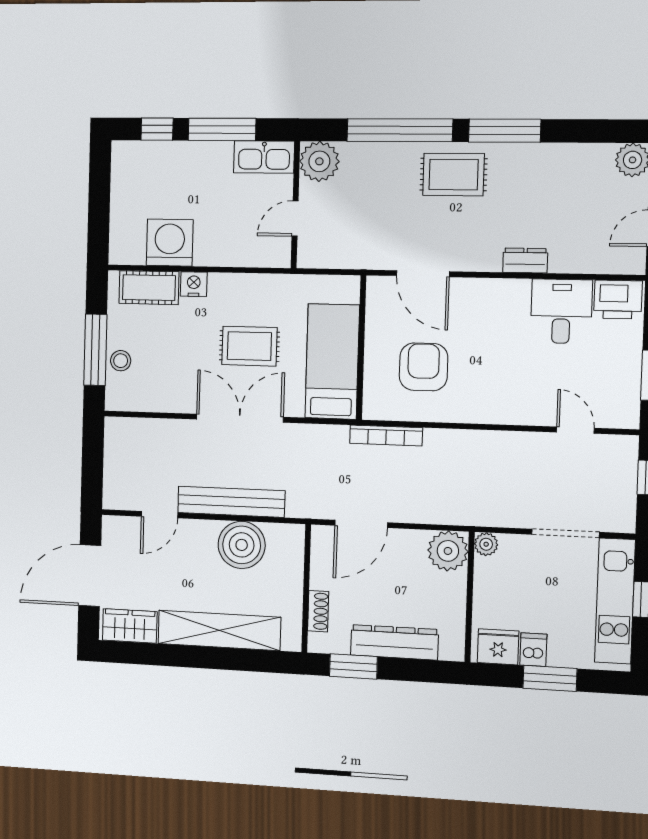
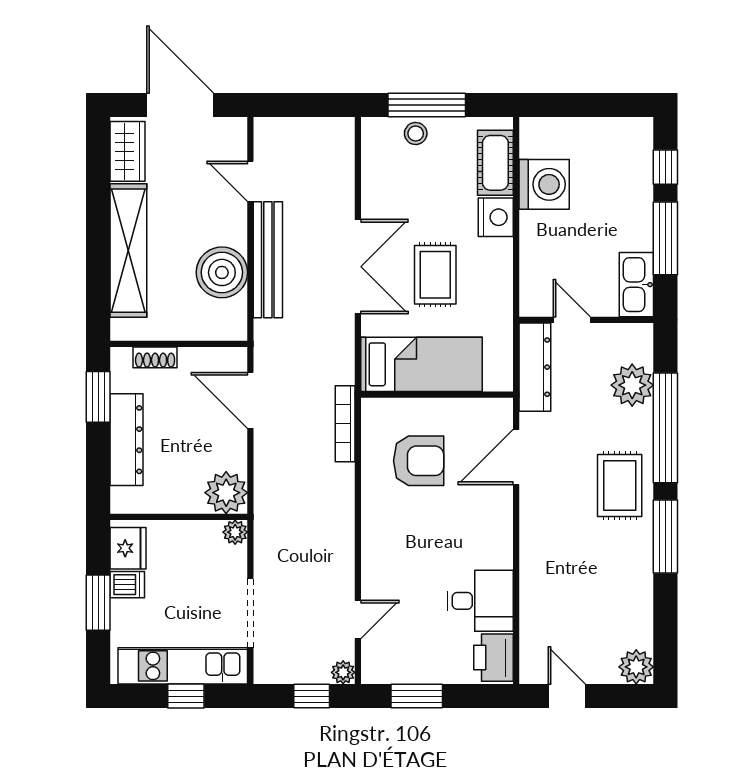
plant: (319, 161) -> (632, 385), moved
dresser: (525, 260) -> (535, 367), moved, width x1.96, depth x1.24
nightstand: (194, 284) -> (496, 217), width x1.36, depth x1.33
plant: (627, 446) -> (343, 672), added

